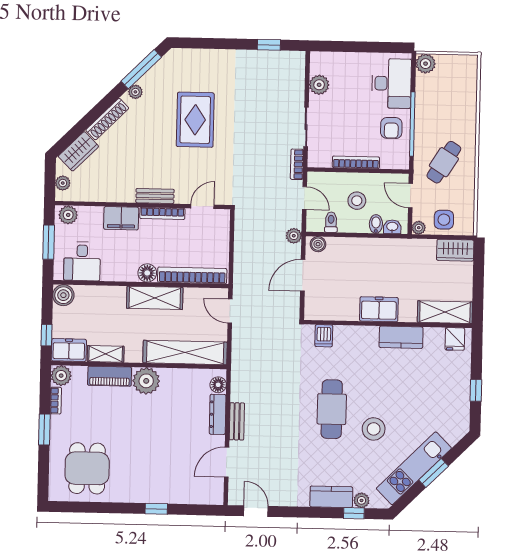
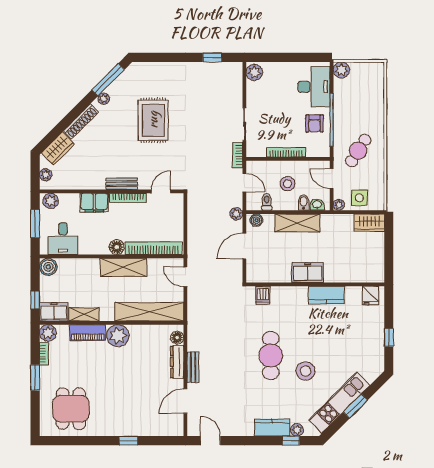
plant: (319, 85) -> (254, 72), moved
shelving: (445, 312) -> (297, 223), moved

